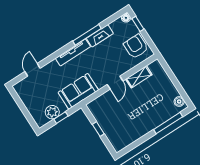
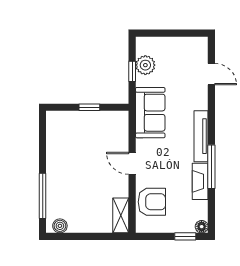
armchair: (136, 46) -> (152, 202), moved
shelving: (139, 77) -> (121, 215), moved

